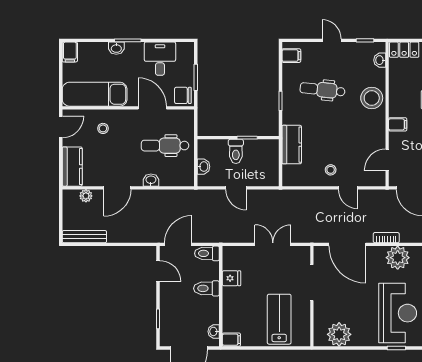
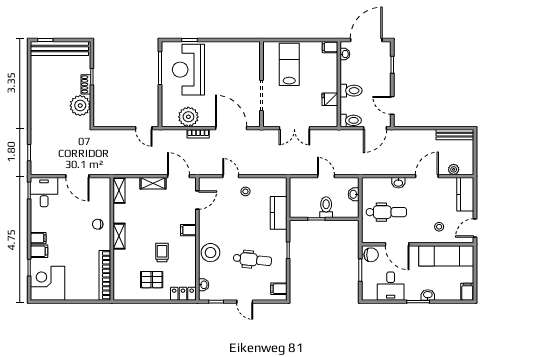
lab bench: (279, 319) -> (289, 64), turned 180
plant: (339, 334) -> (238, 51), removed

